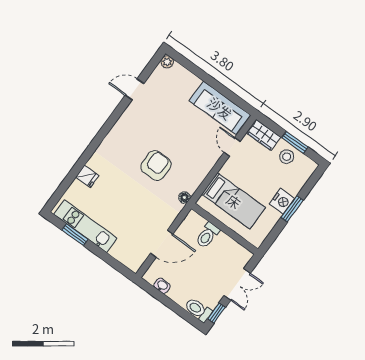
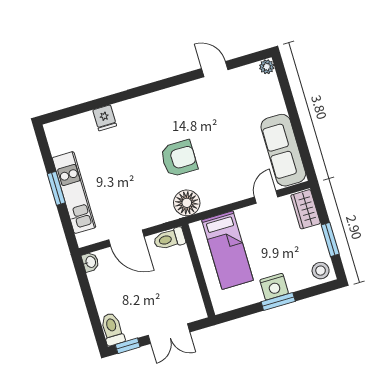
stool: (287, 157) -> (321, 271), moved
floor lamp: (184, 197) -> (187, 203), width x1.89, depth x1.89
kitchen unit: (85, 226) -> (74, 193), moved
window: (75, 235) -> (56, 188), moved
toilet: (207, 235) -> (169, 239), moved
washbasin: (162, 286) -> (90, 262), moved

